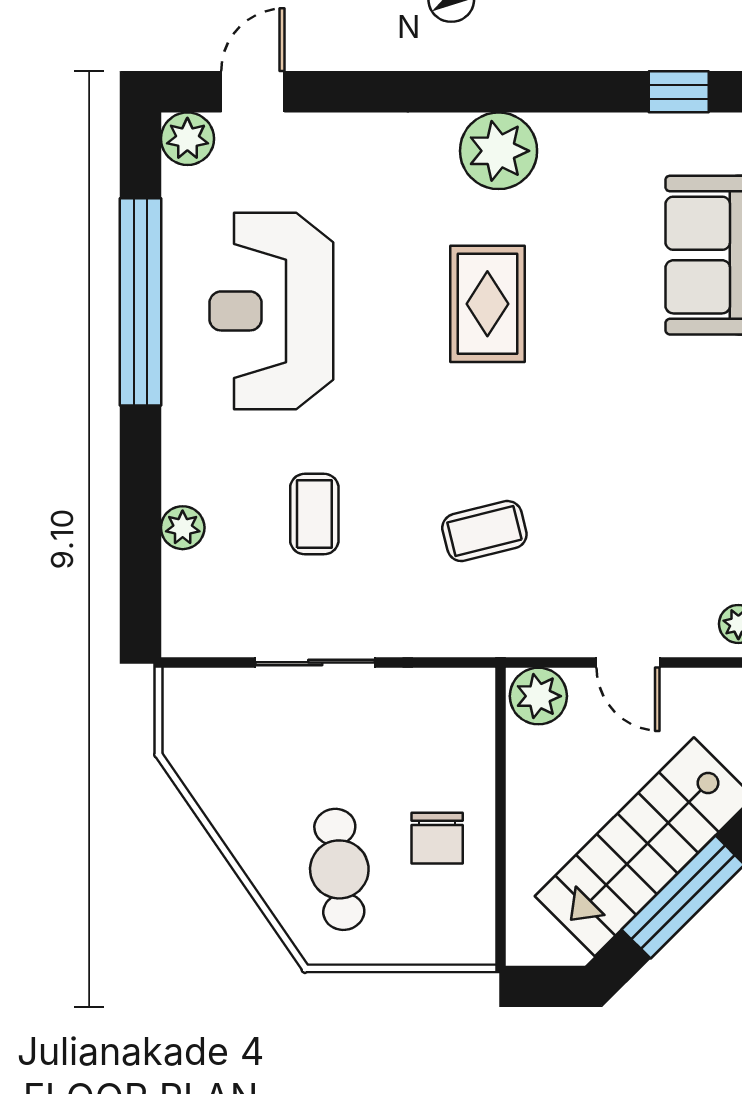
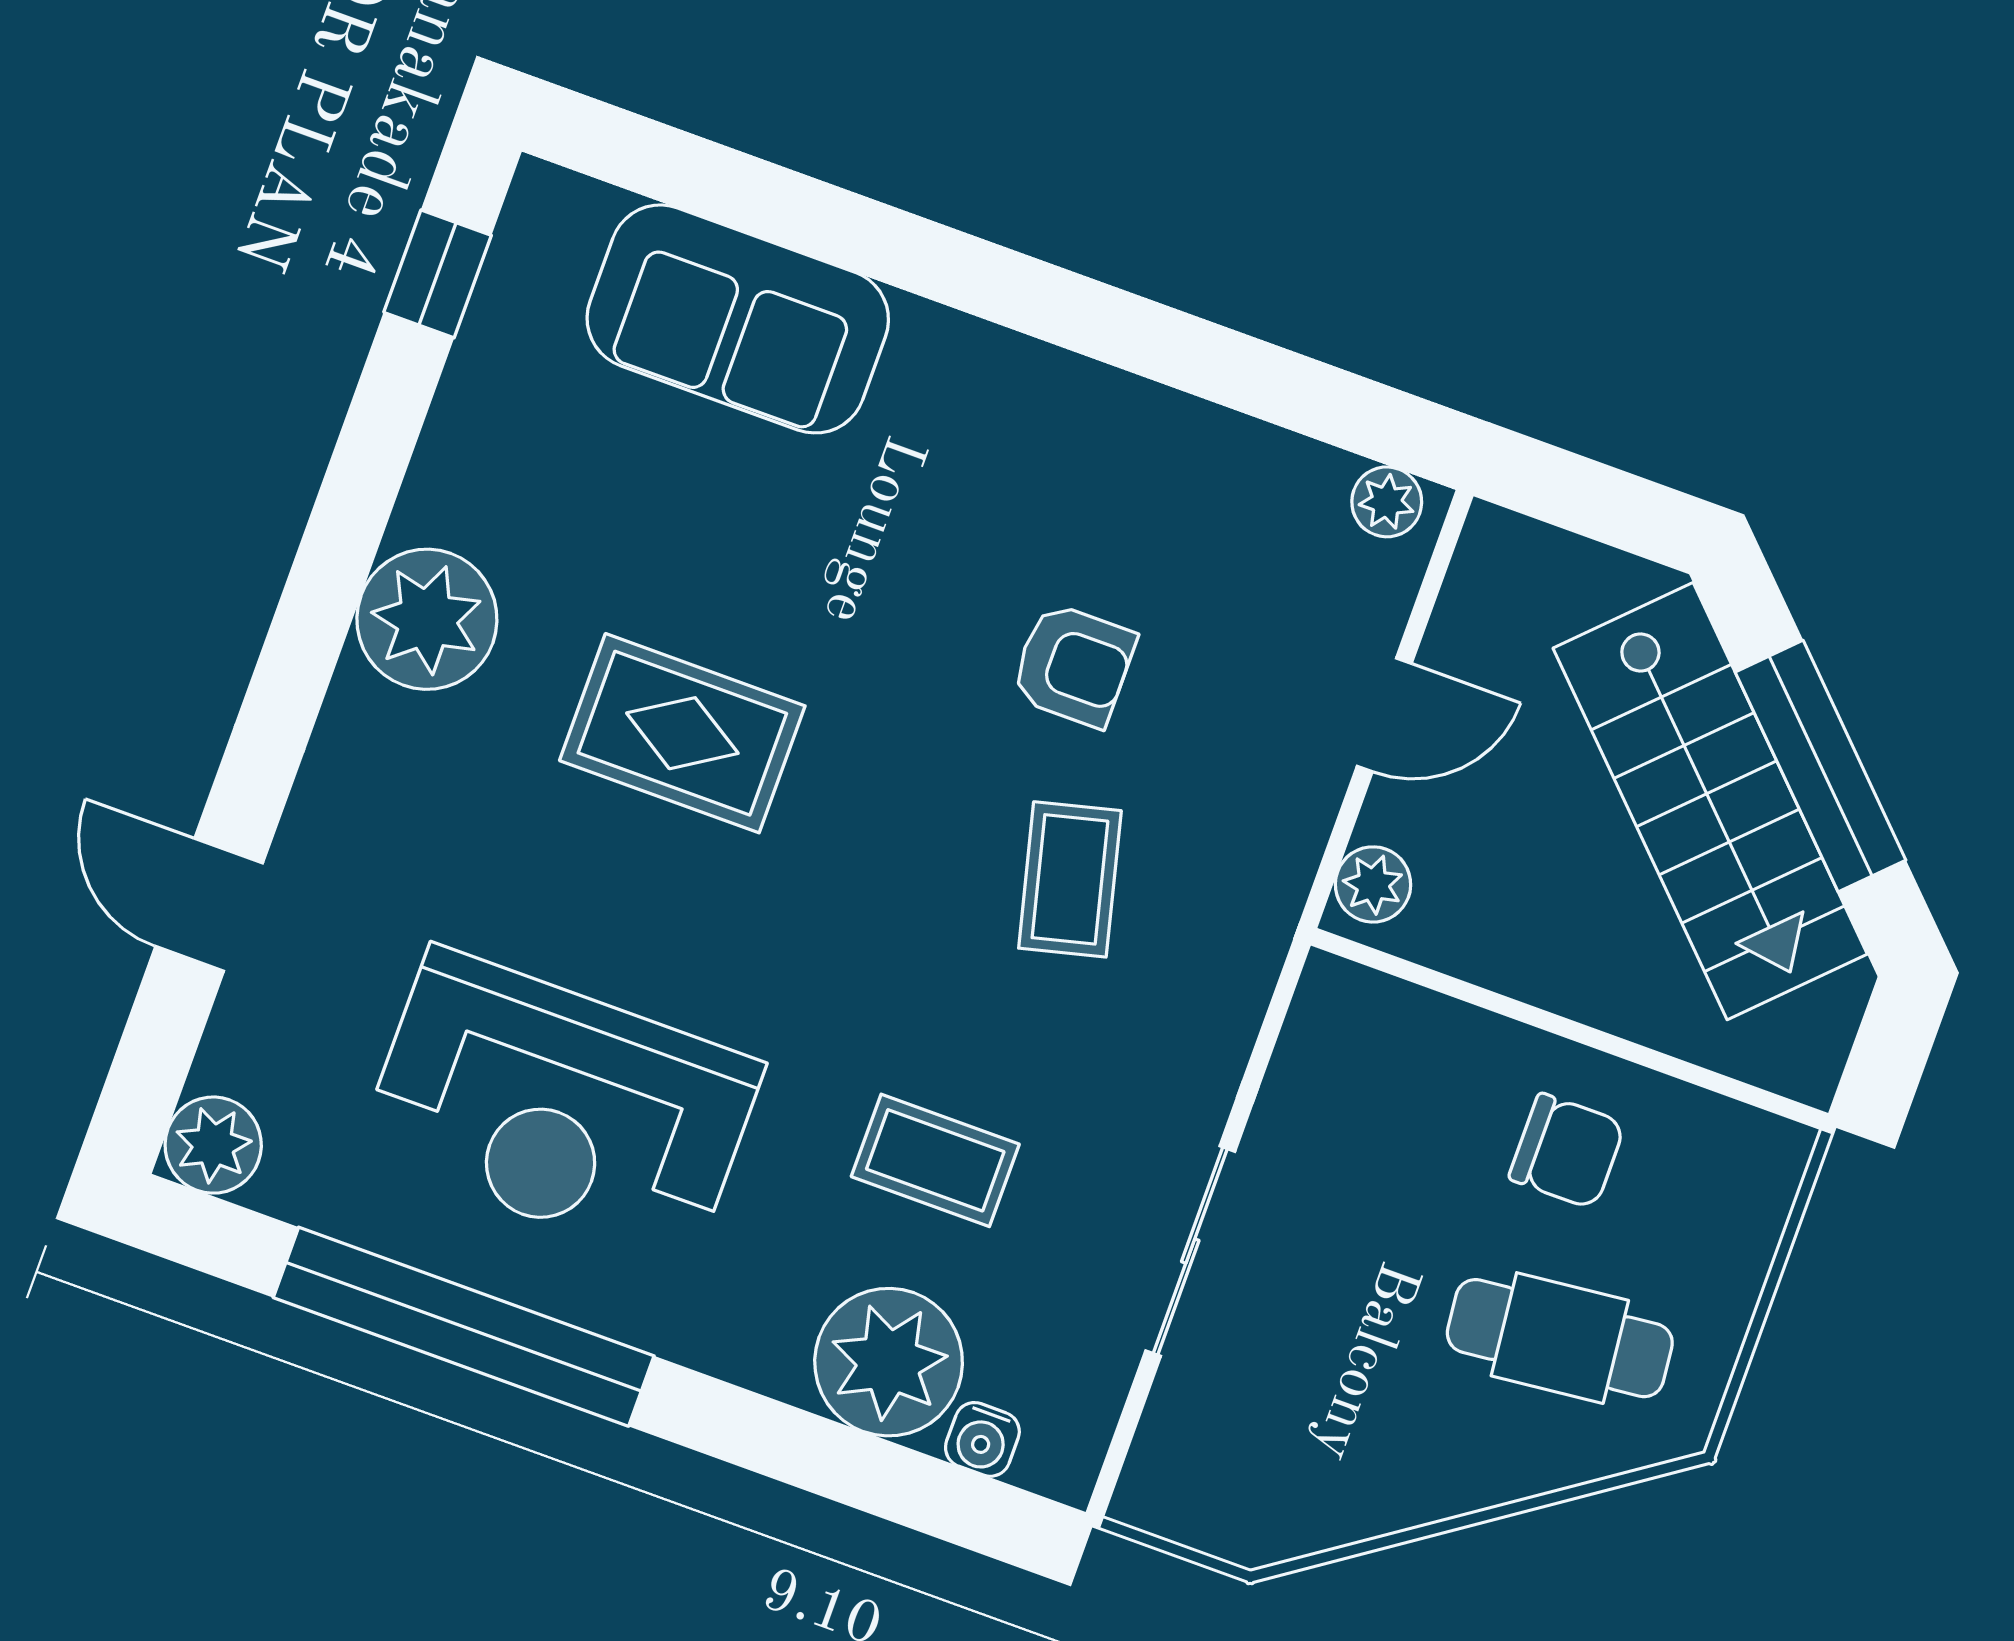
door: (253, 92) -> (209, 905), moved
armchair: (596, 493) -> (1073, 665), added
plant: (183, 528) -> (889, 1362), width x1.88, depth x1.88
water cooler: (179, 590) -> (982, 1439), added
plant: (538, 696) -> (1373, 884), width x0.73, depth x0.73

